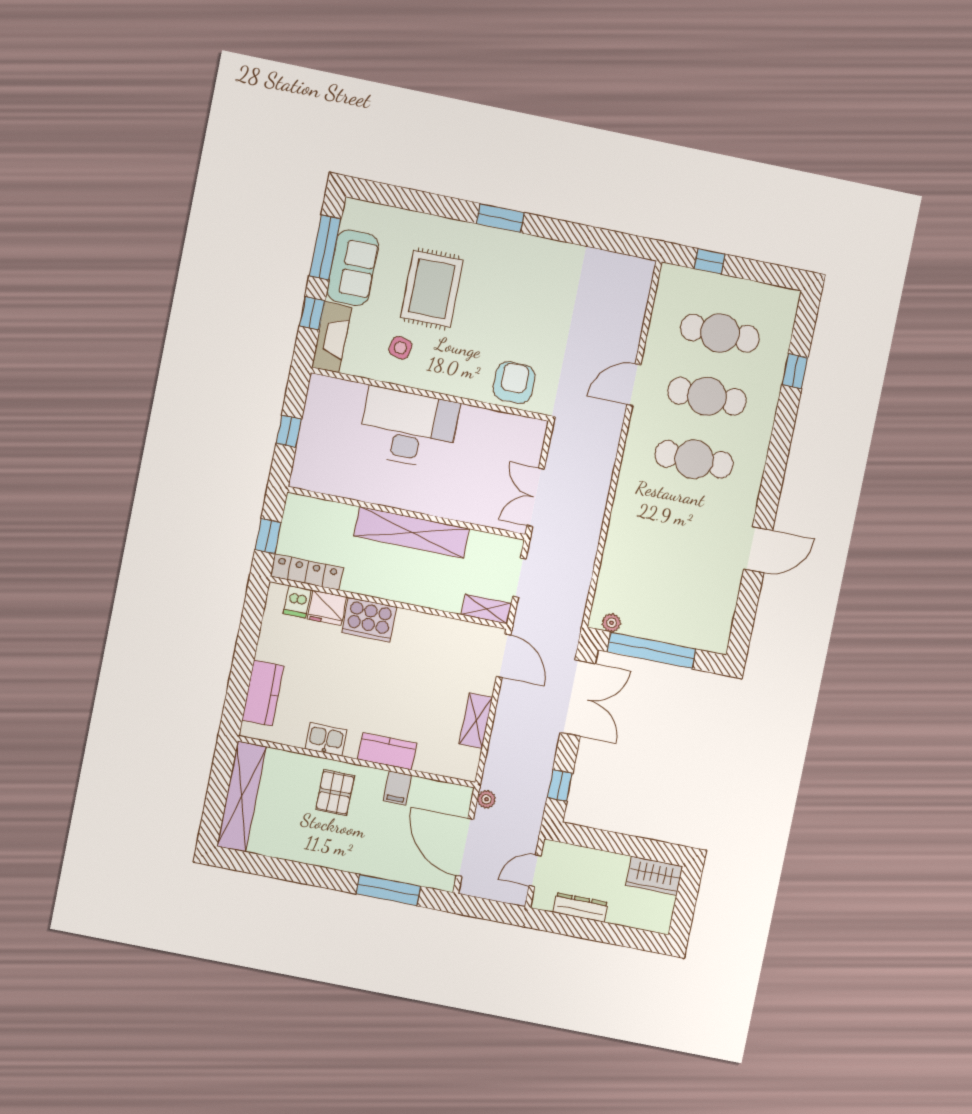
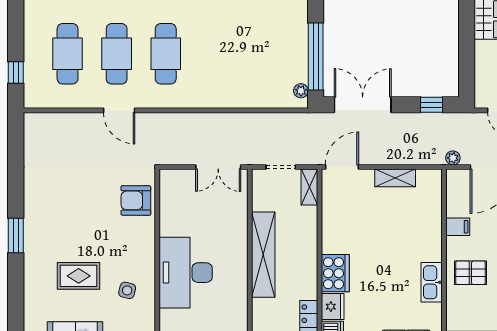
rug: (432, 289) -> (79, 276), width x0.73, depth x0.70
kitchen sink: (326, 739) -> (432, 282), width x1.38
kitchen counter: (387, 751) -> (432, 240), removed

